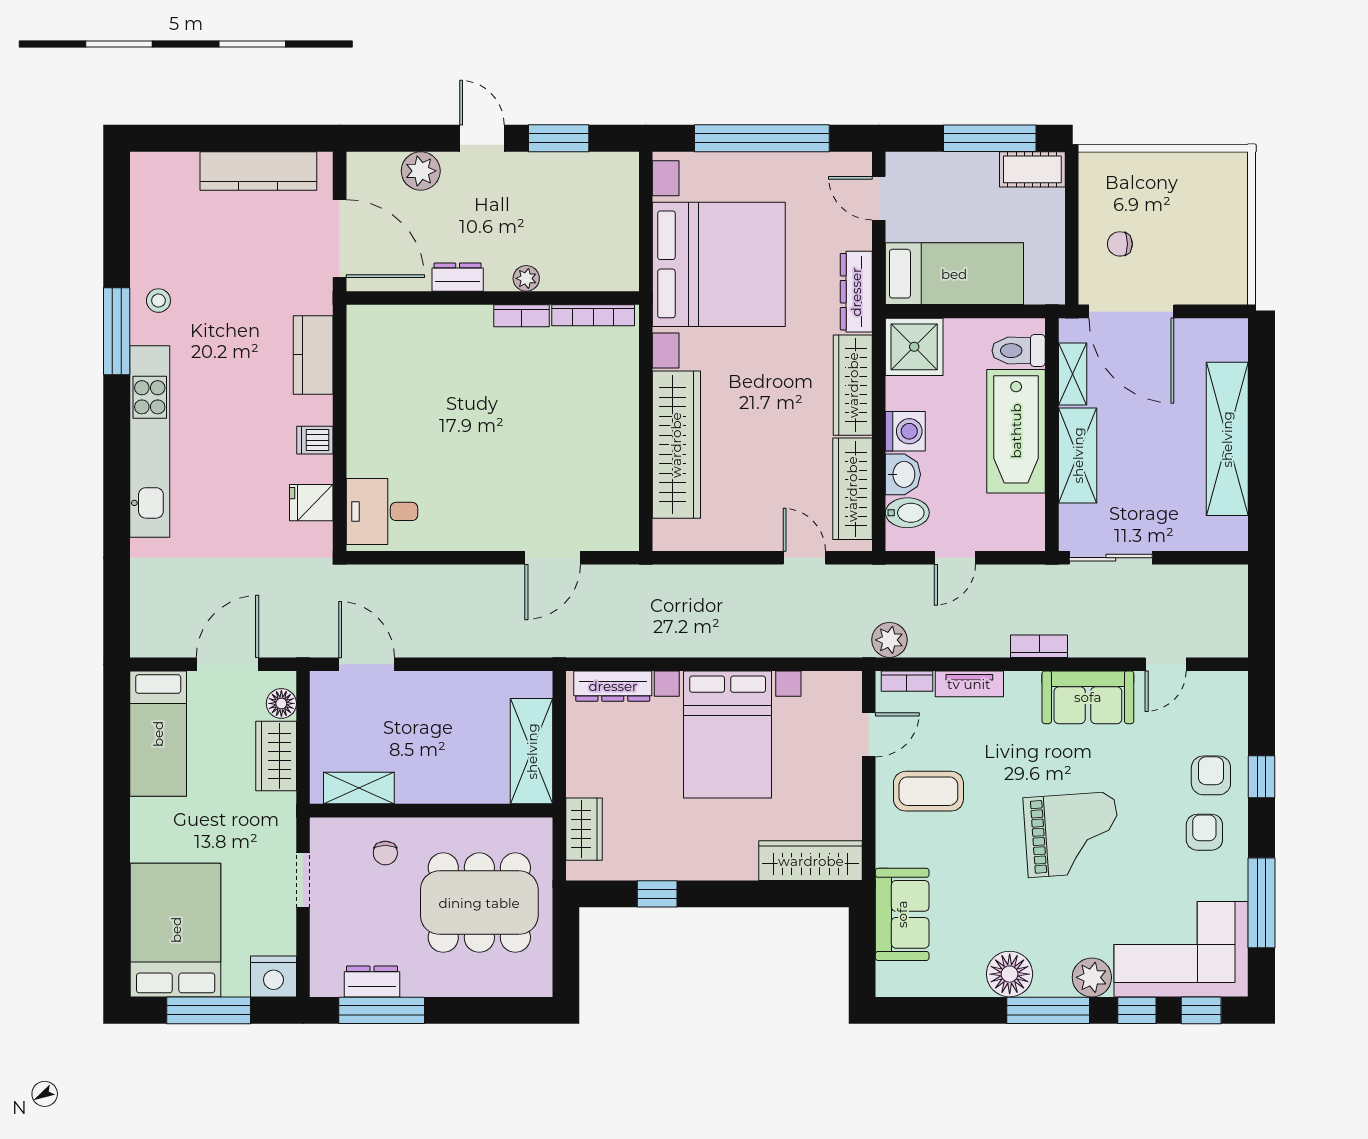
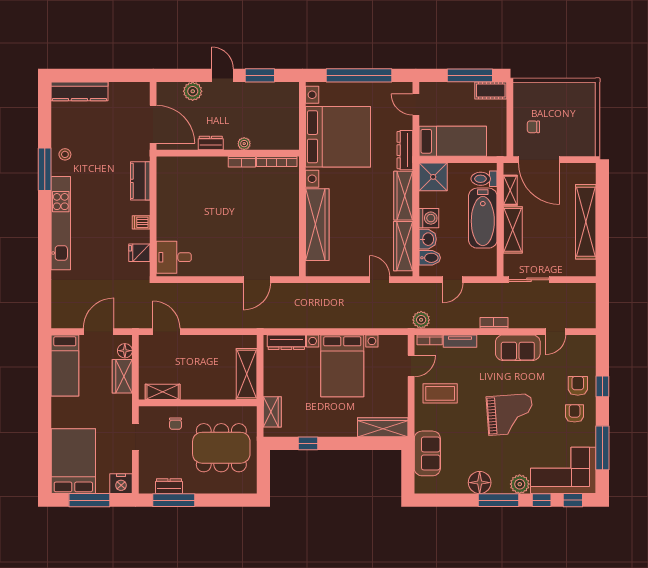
kitchen counter: (258, 171) -> (79, 91), moved

